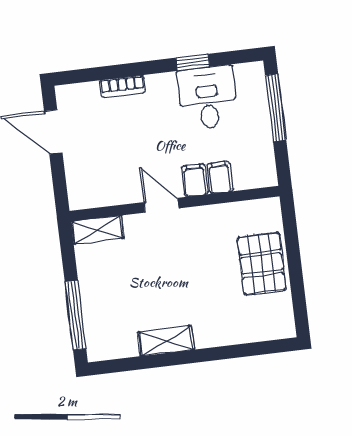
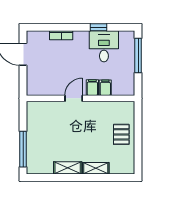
door: (161, 205) -> (74, 98), hinge flipped
shelving: (97, 230) -> (96, 168), moved
pallet: (262, 264) -> (121, 134), width x0.67, depth x0.71

